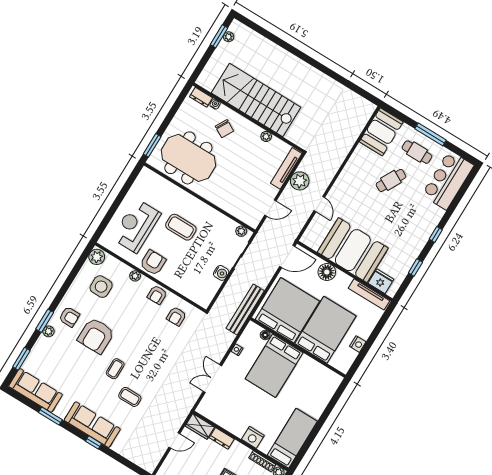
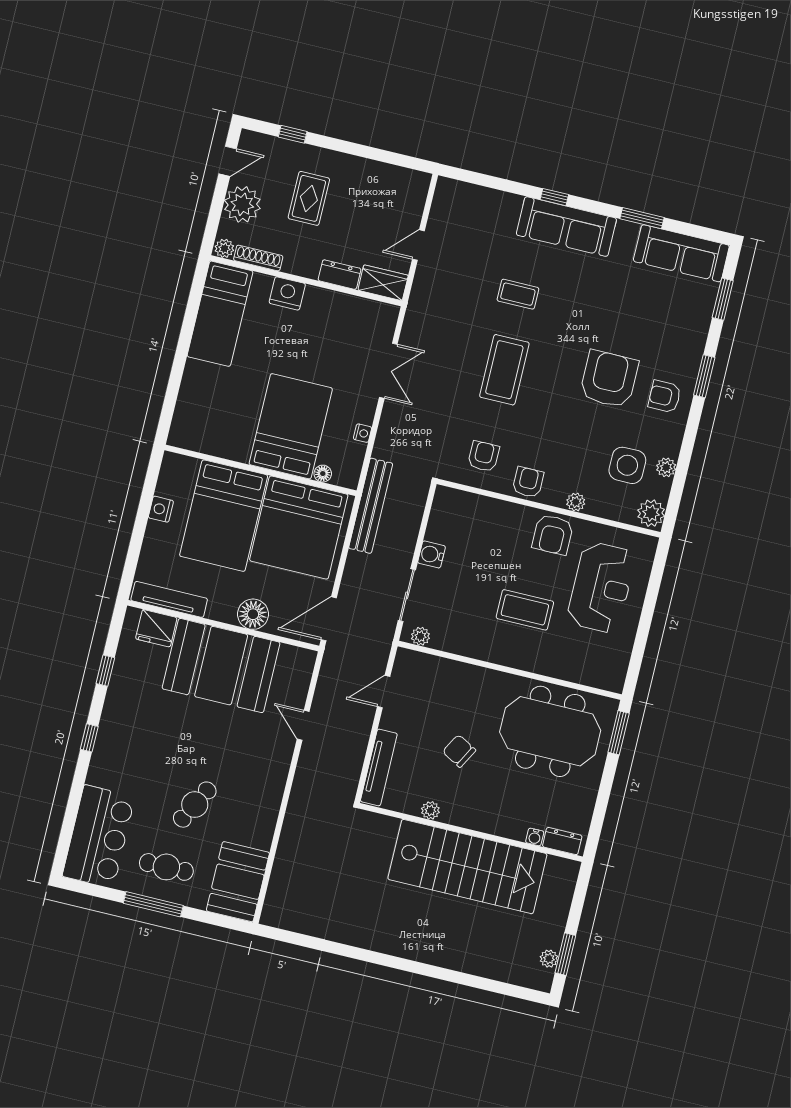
chair: (224, 129) -> (459, 751), moved
plant: (300, 181) -> (349, 754), removed
plant: (48, 331) -> (666, 467), moved
coffee table: (115, 369) -> (504, 370), moved, width x1.86, depth x1.72

